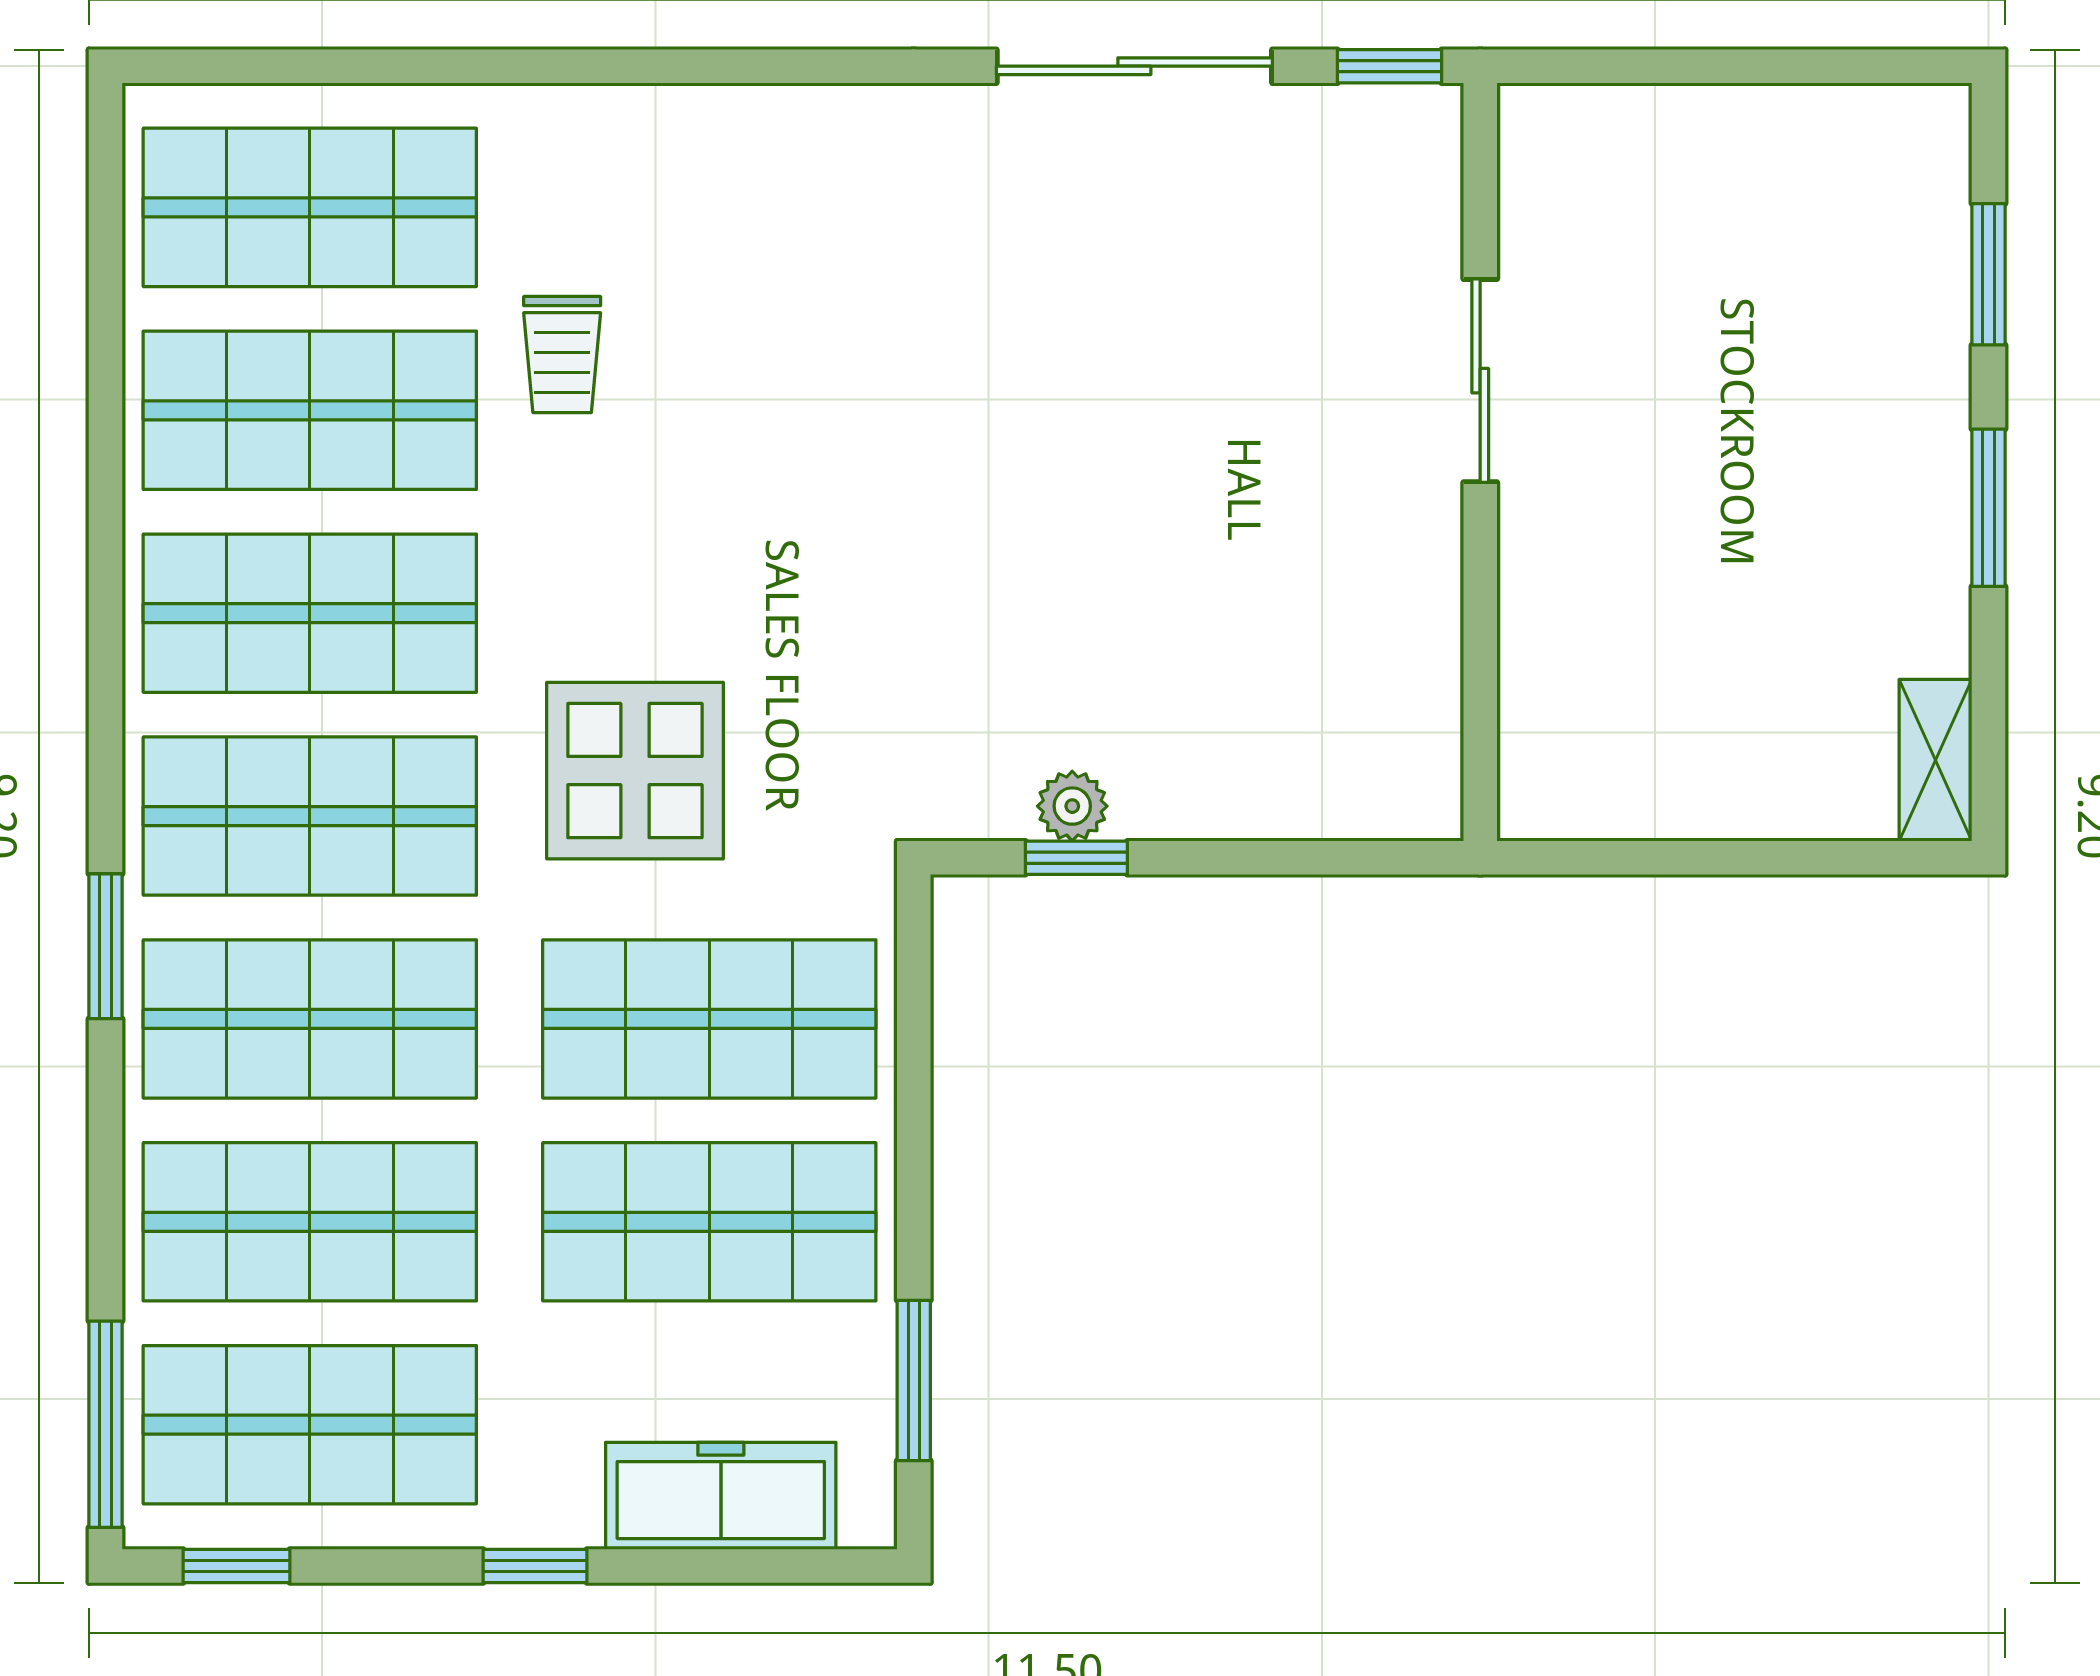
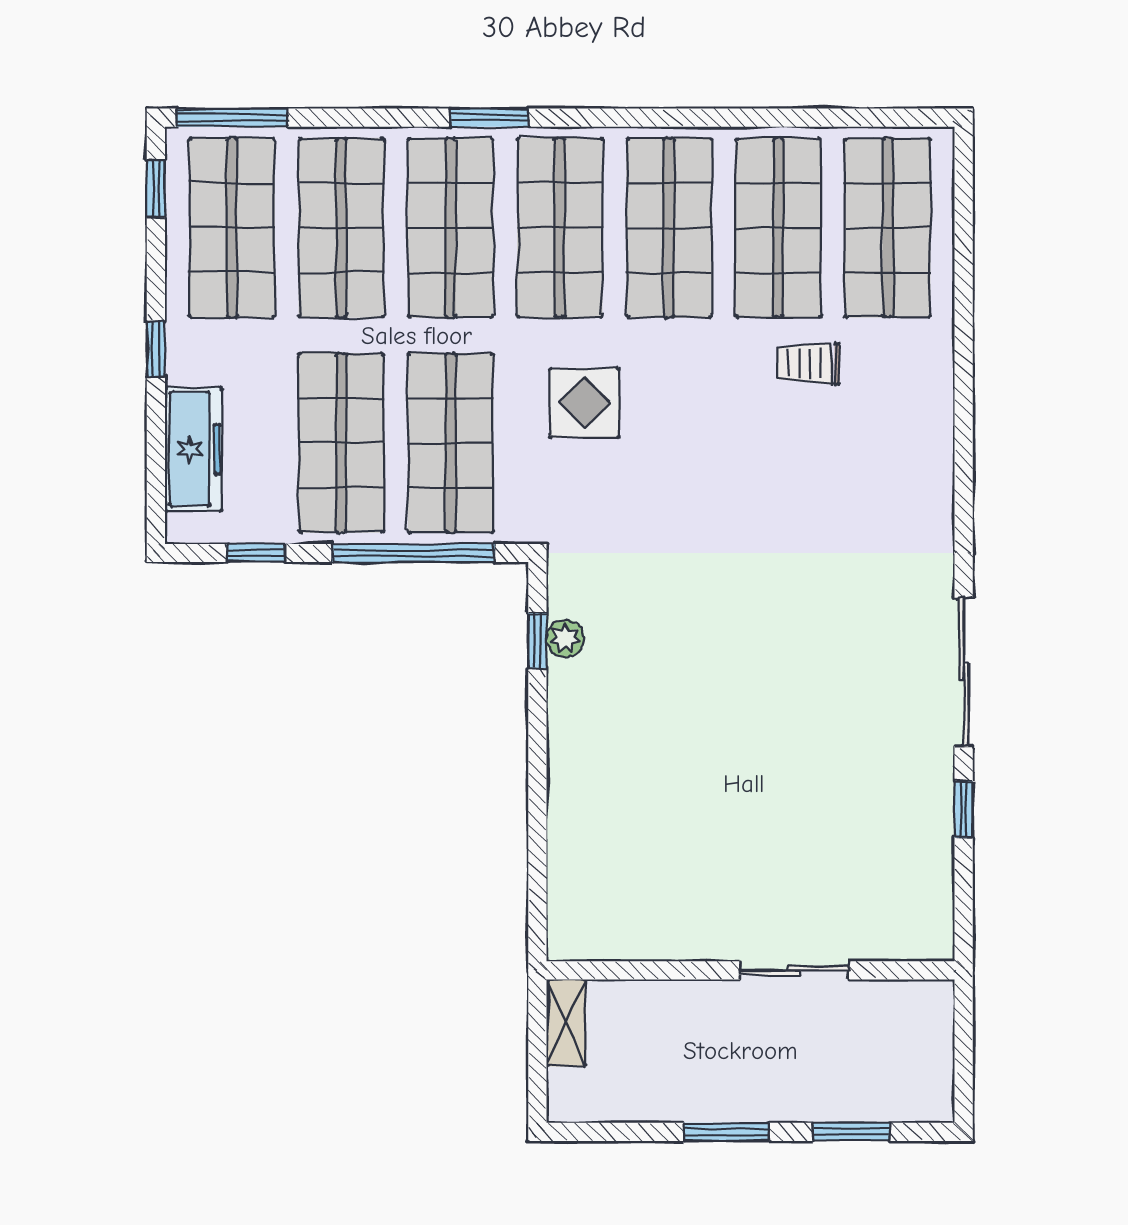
sliding door: (1480, 381) -> (794, 970), moved
wall: (1480, 462) -> (751, 970), moved
shelving: (1935, 760) -> (566, 1023), moved, turned 90
display table: (635, 771) -> (584, 403), width x0.73, depth x0.73
window: (914, 1088) -> (413, 553), added
window: (914, 1381) -> (256, 553), width x0.67

